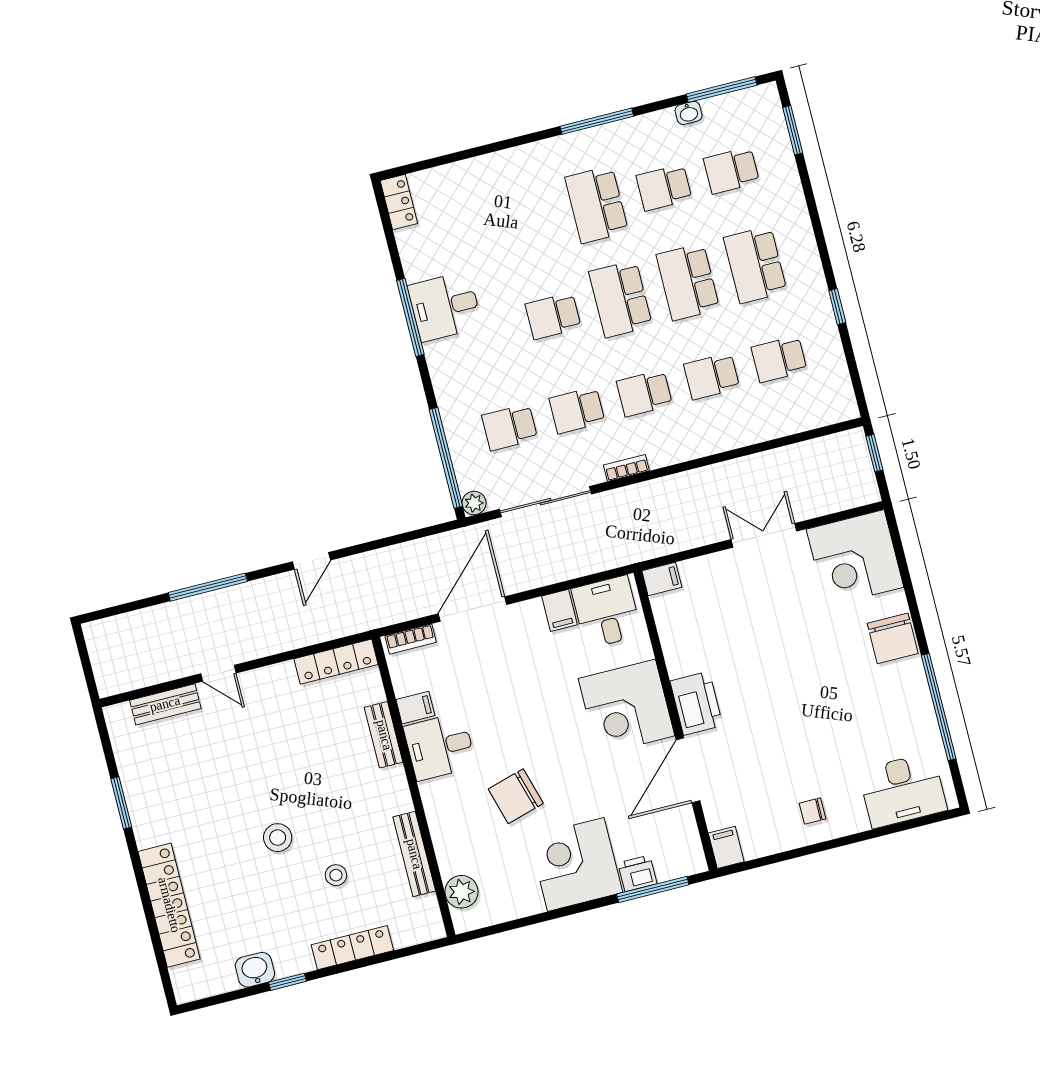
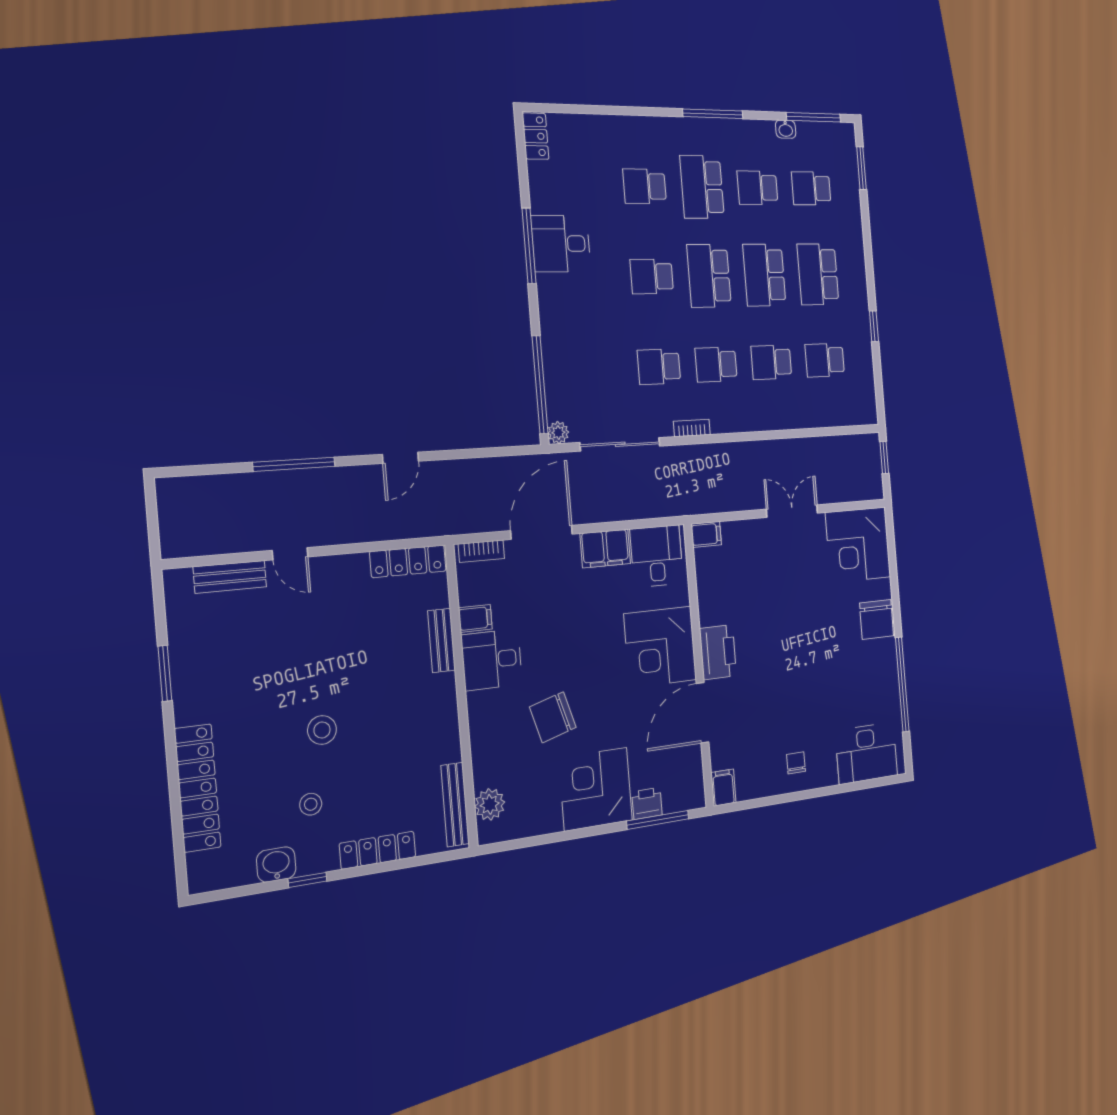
school desk: (510, 427) -> (645, 186), moved
filing cabinet: (560, 610) -> (605, 549), width x2.00
chair: (812, 811) -> (796, 763), turned 90
bench: (414, 854) -> (455, 805), moved
stool: (336, 875) -> (311, 804), moved

